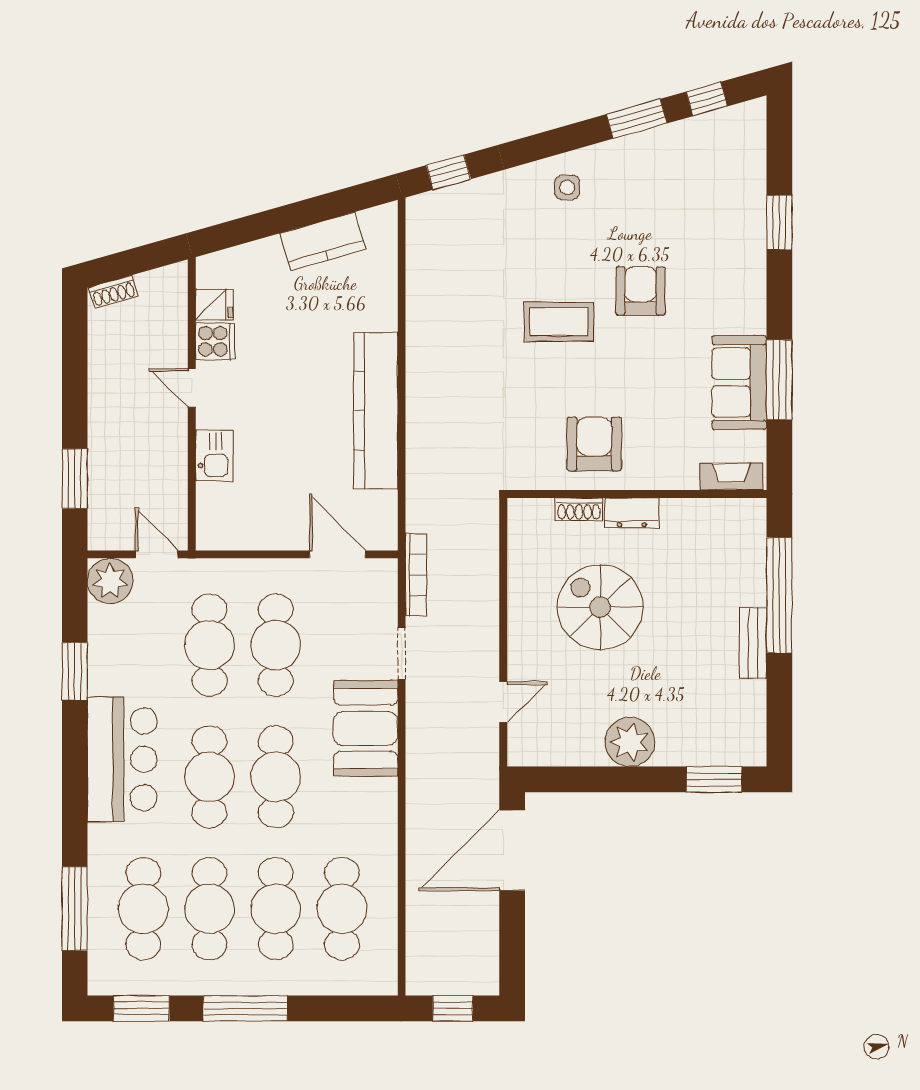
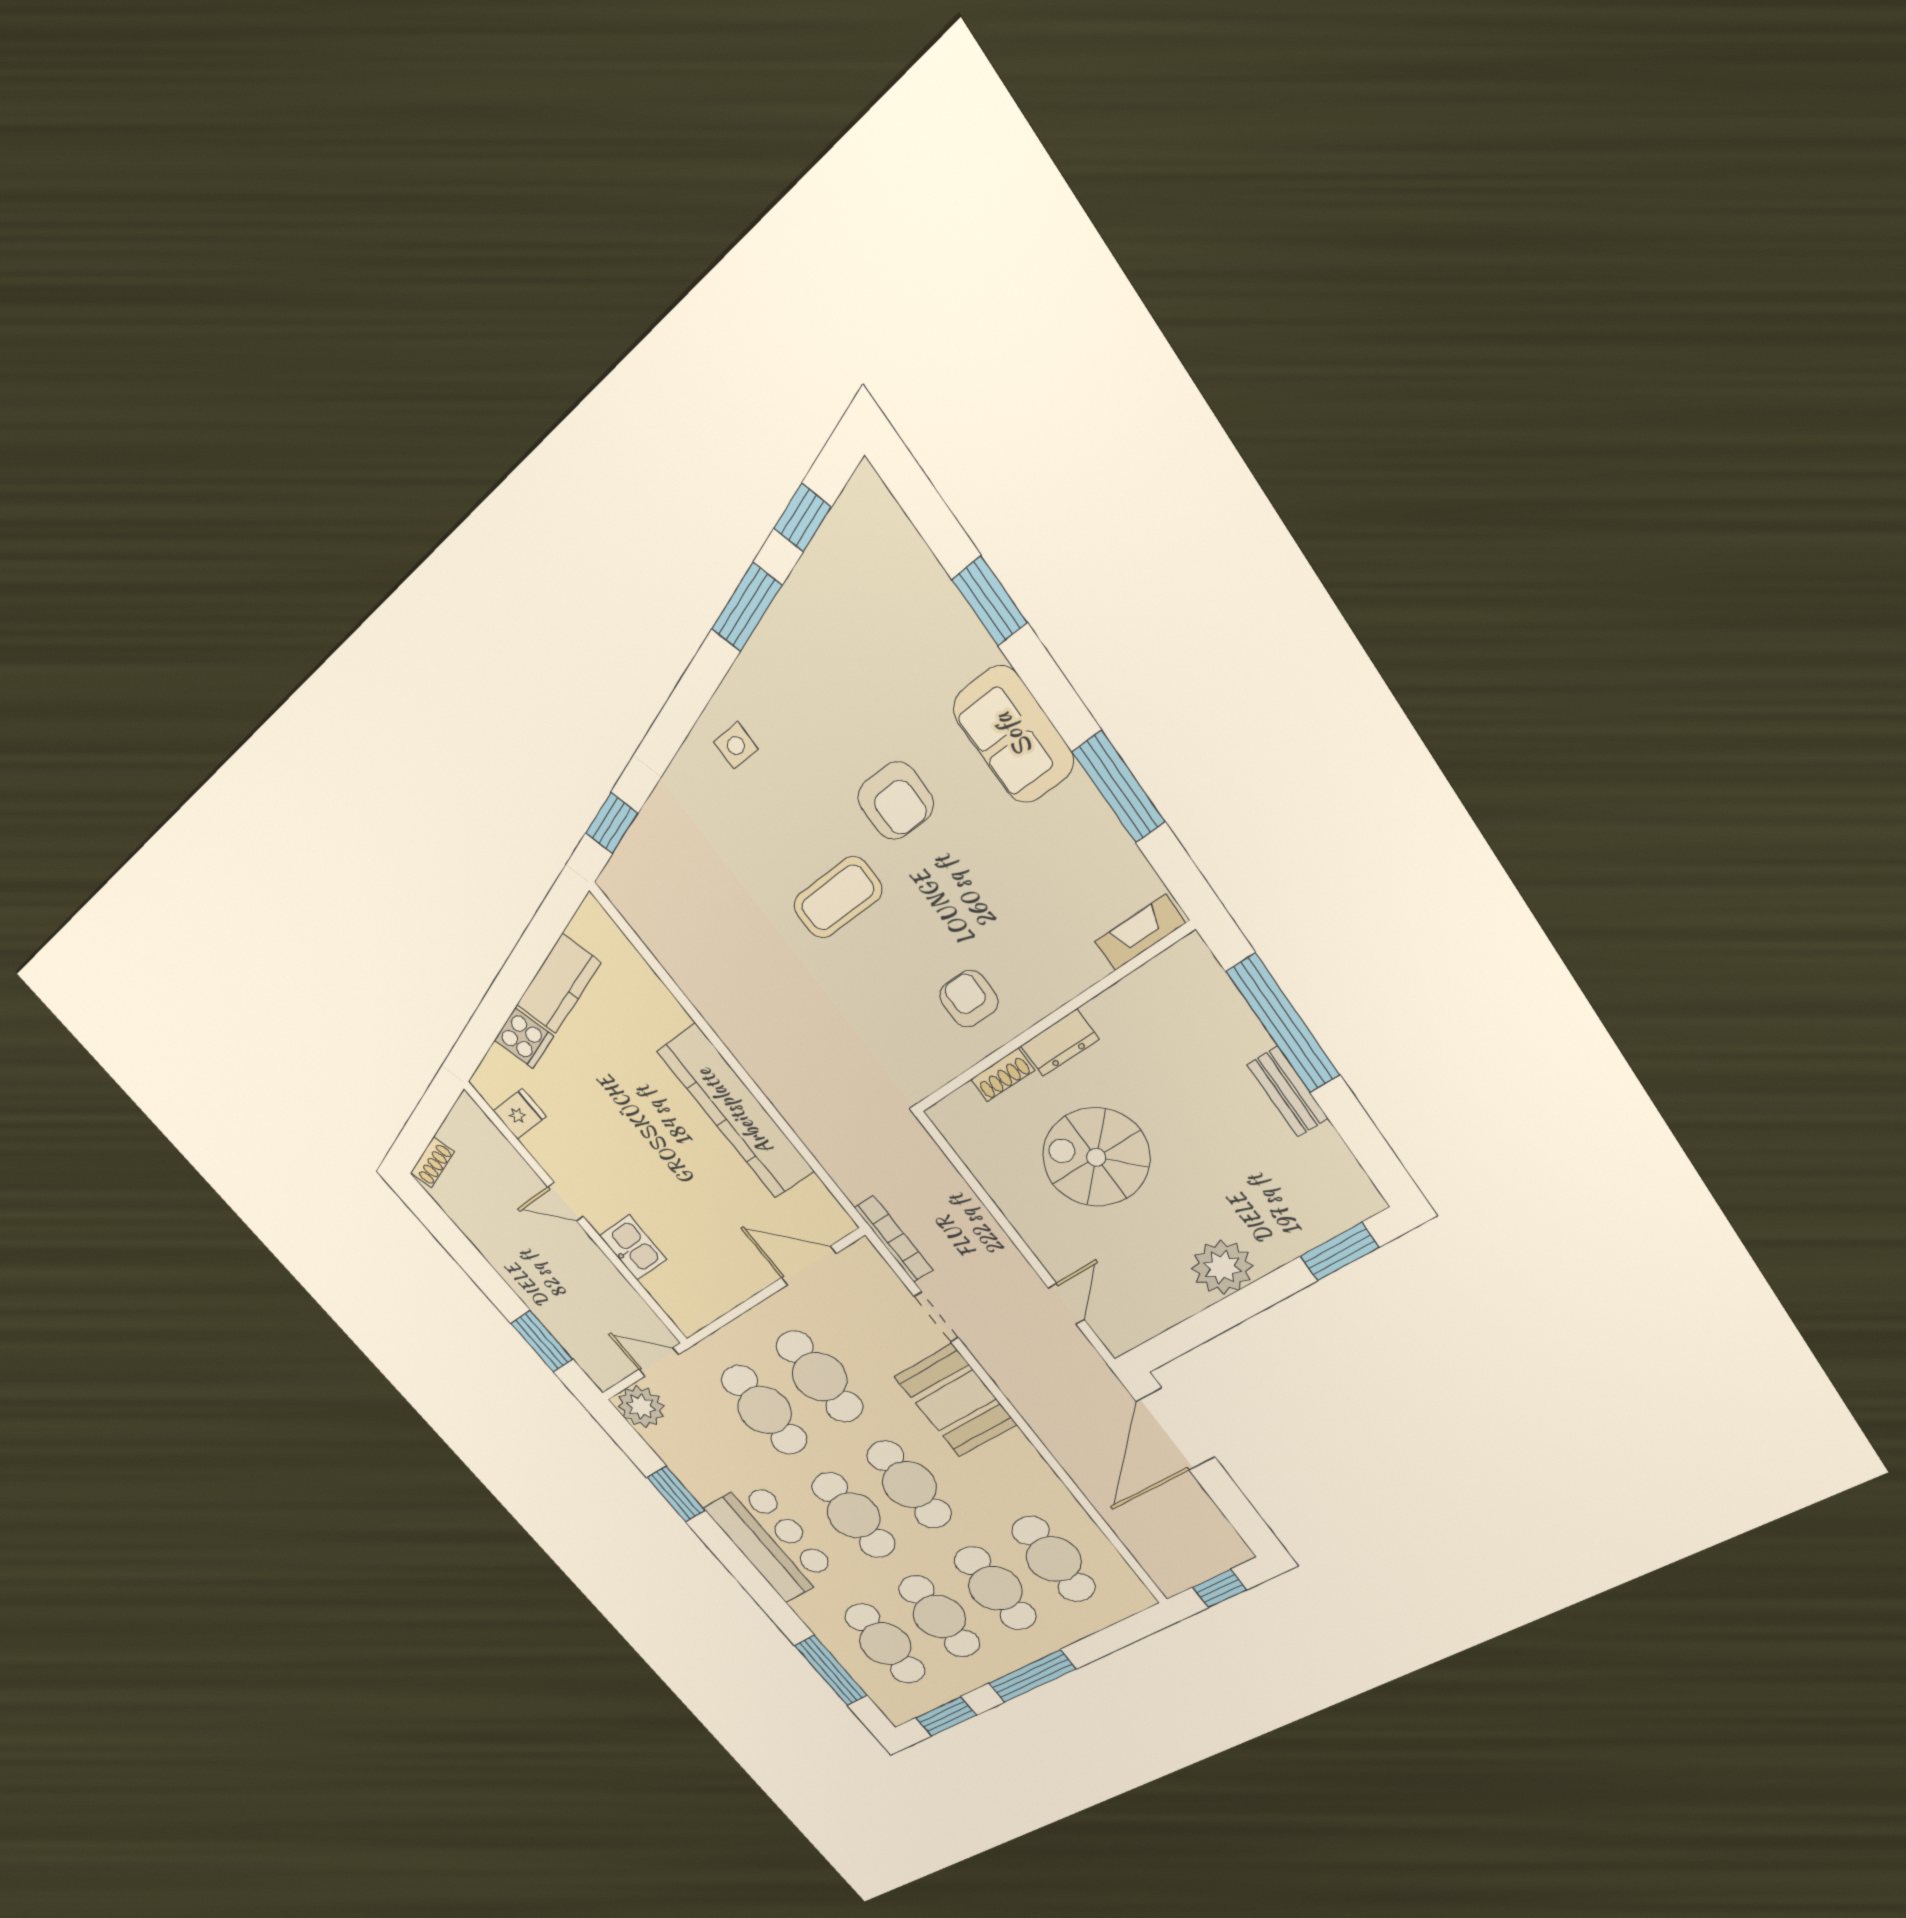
armchair: (641, 291) -> (896, 801), turned 180
cooker: (215, 341) -> (524, 1038), moved, turned 74
sofa: (739, 383) -> (1014, 735), moved
armchair: (594, 444) -> (969, 999), width x0.72, depth x0.72

